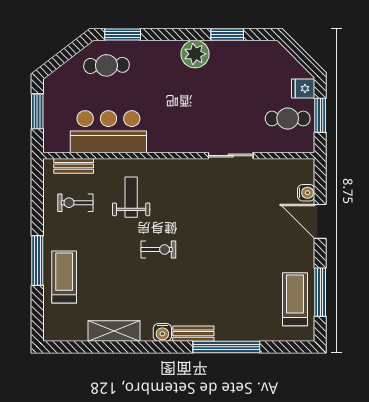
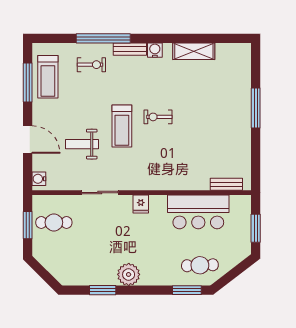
fridge: (303, 88) -> (141, 204), moved, turned 90
water cooler: (306, 193) -> (39, 179), moved
weight bench: (131, 197) -> (82, 144), moved, turned 90
exercise bike: (75, 203) -> (91, 65), moved
treadmill: (64, 277) -> (122, 126), moved

